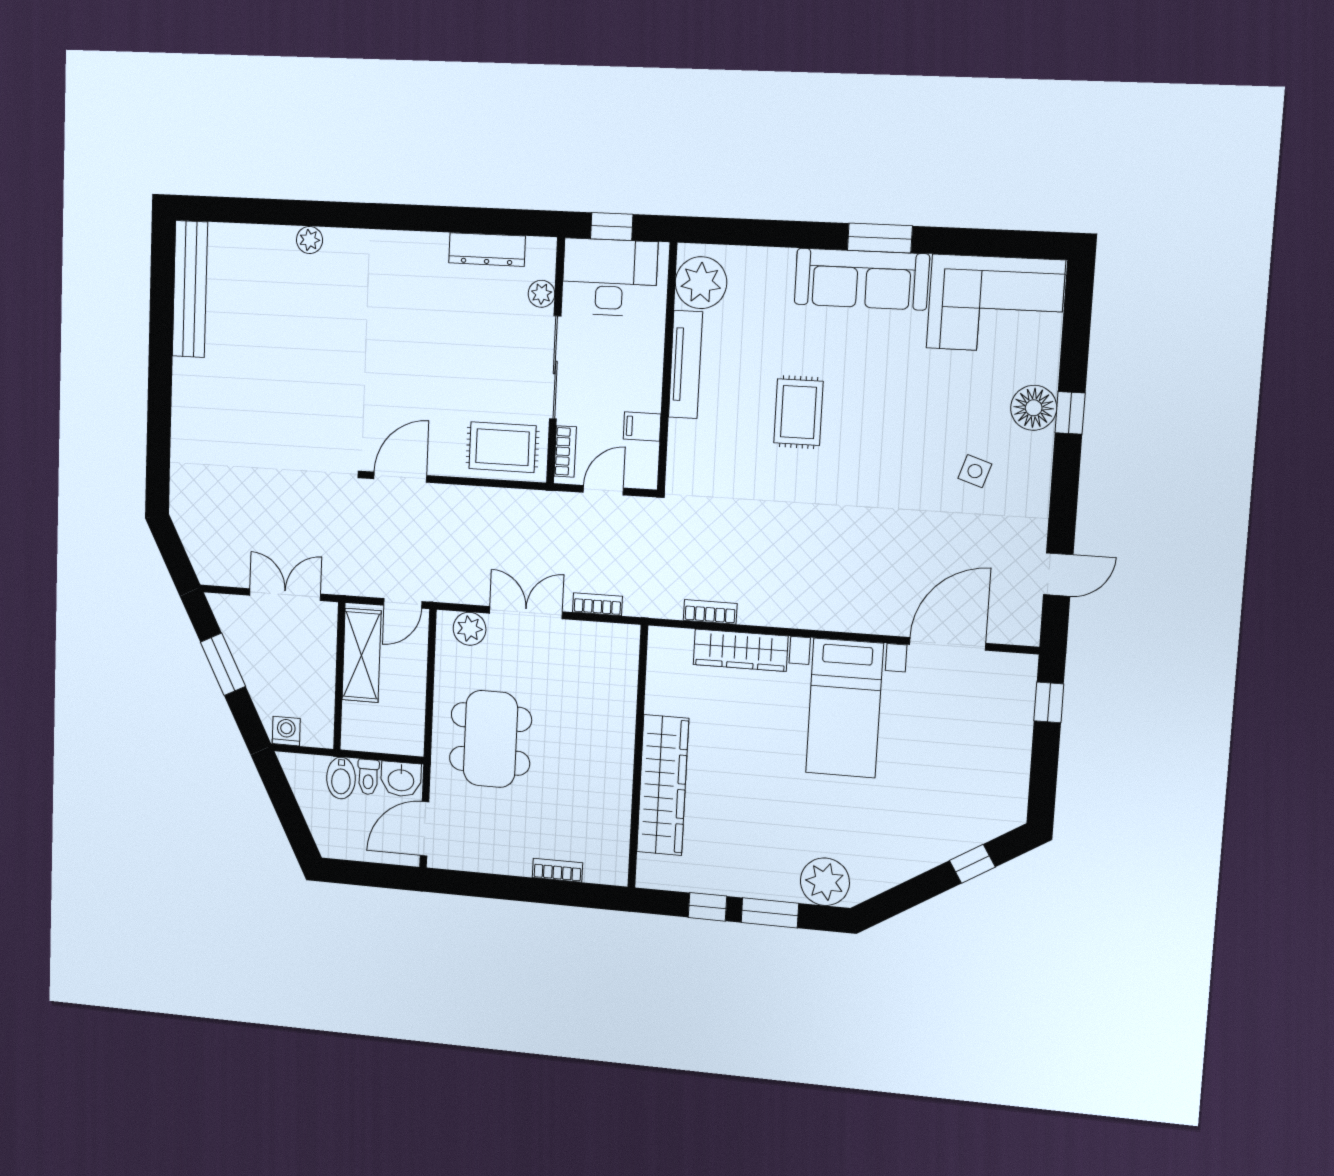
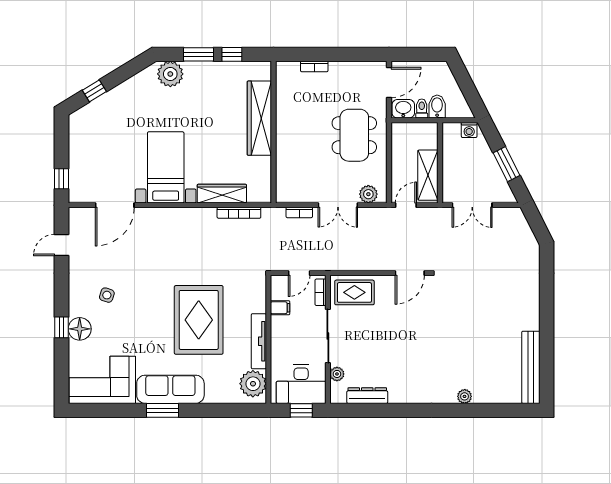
rug: (798, 412) -> (199, 320), width x1.86, depth x2.06
bookcase: (710, 612) -> (239, 213), width x1.56

